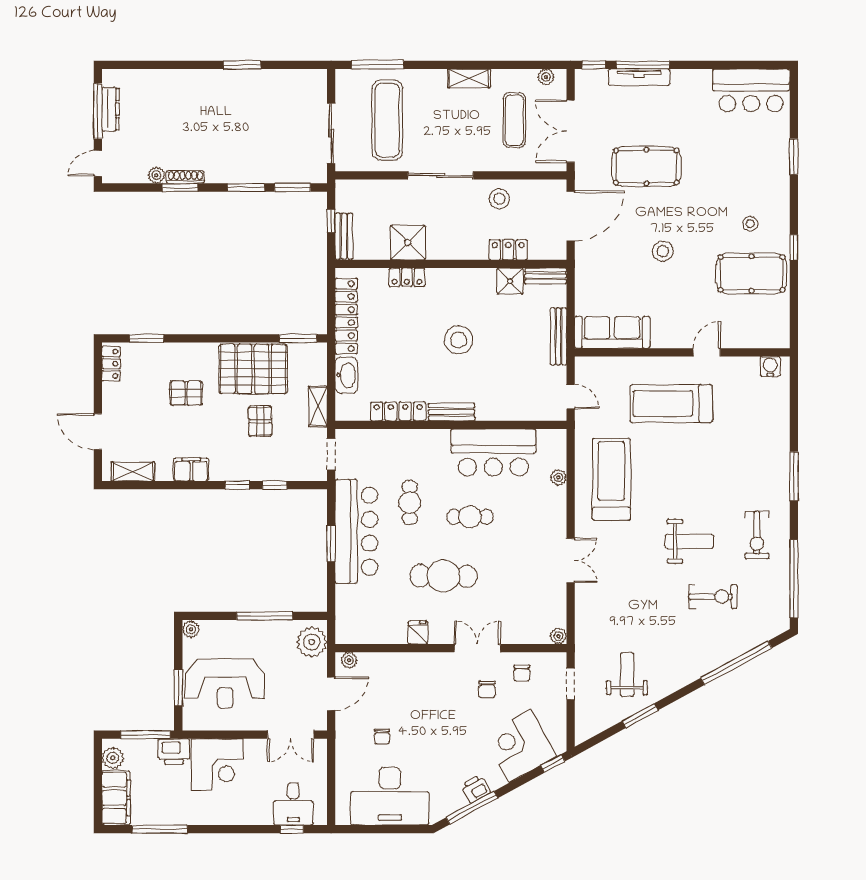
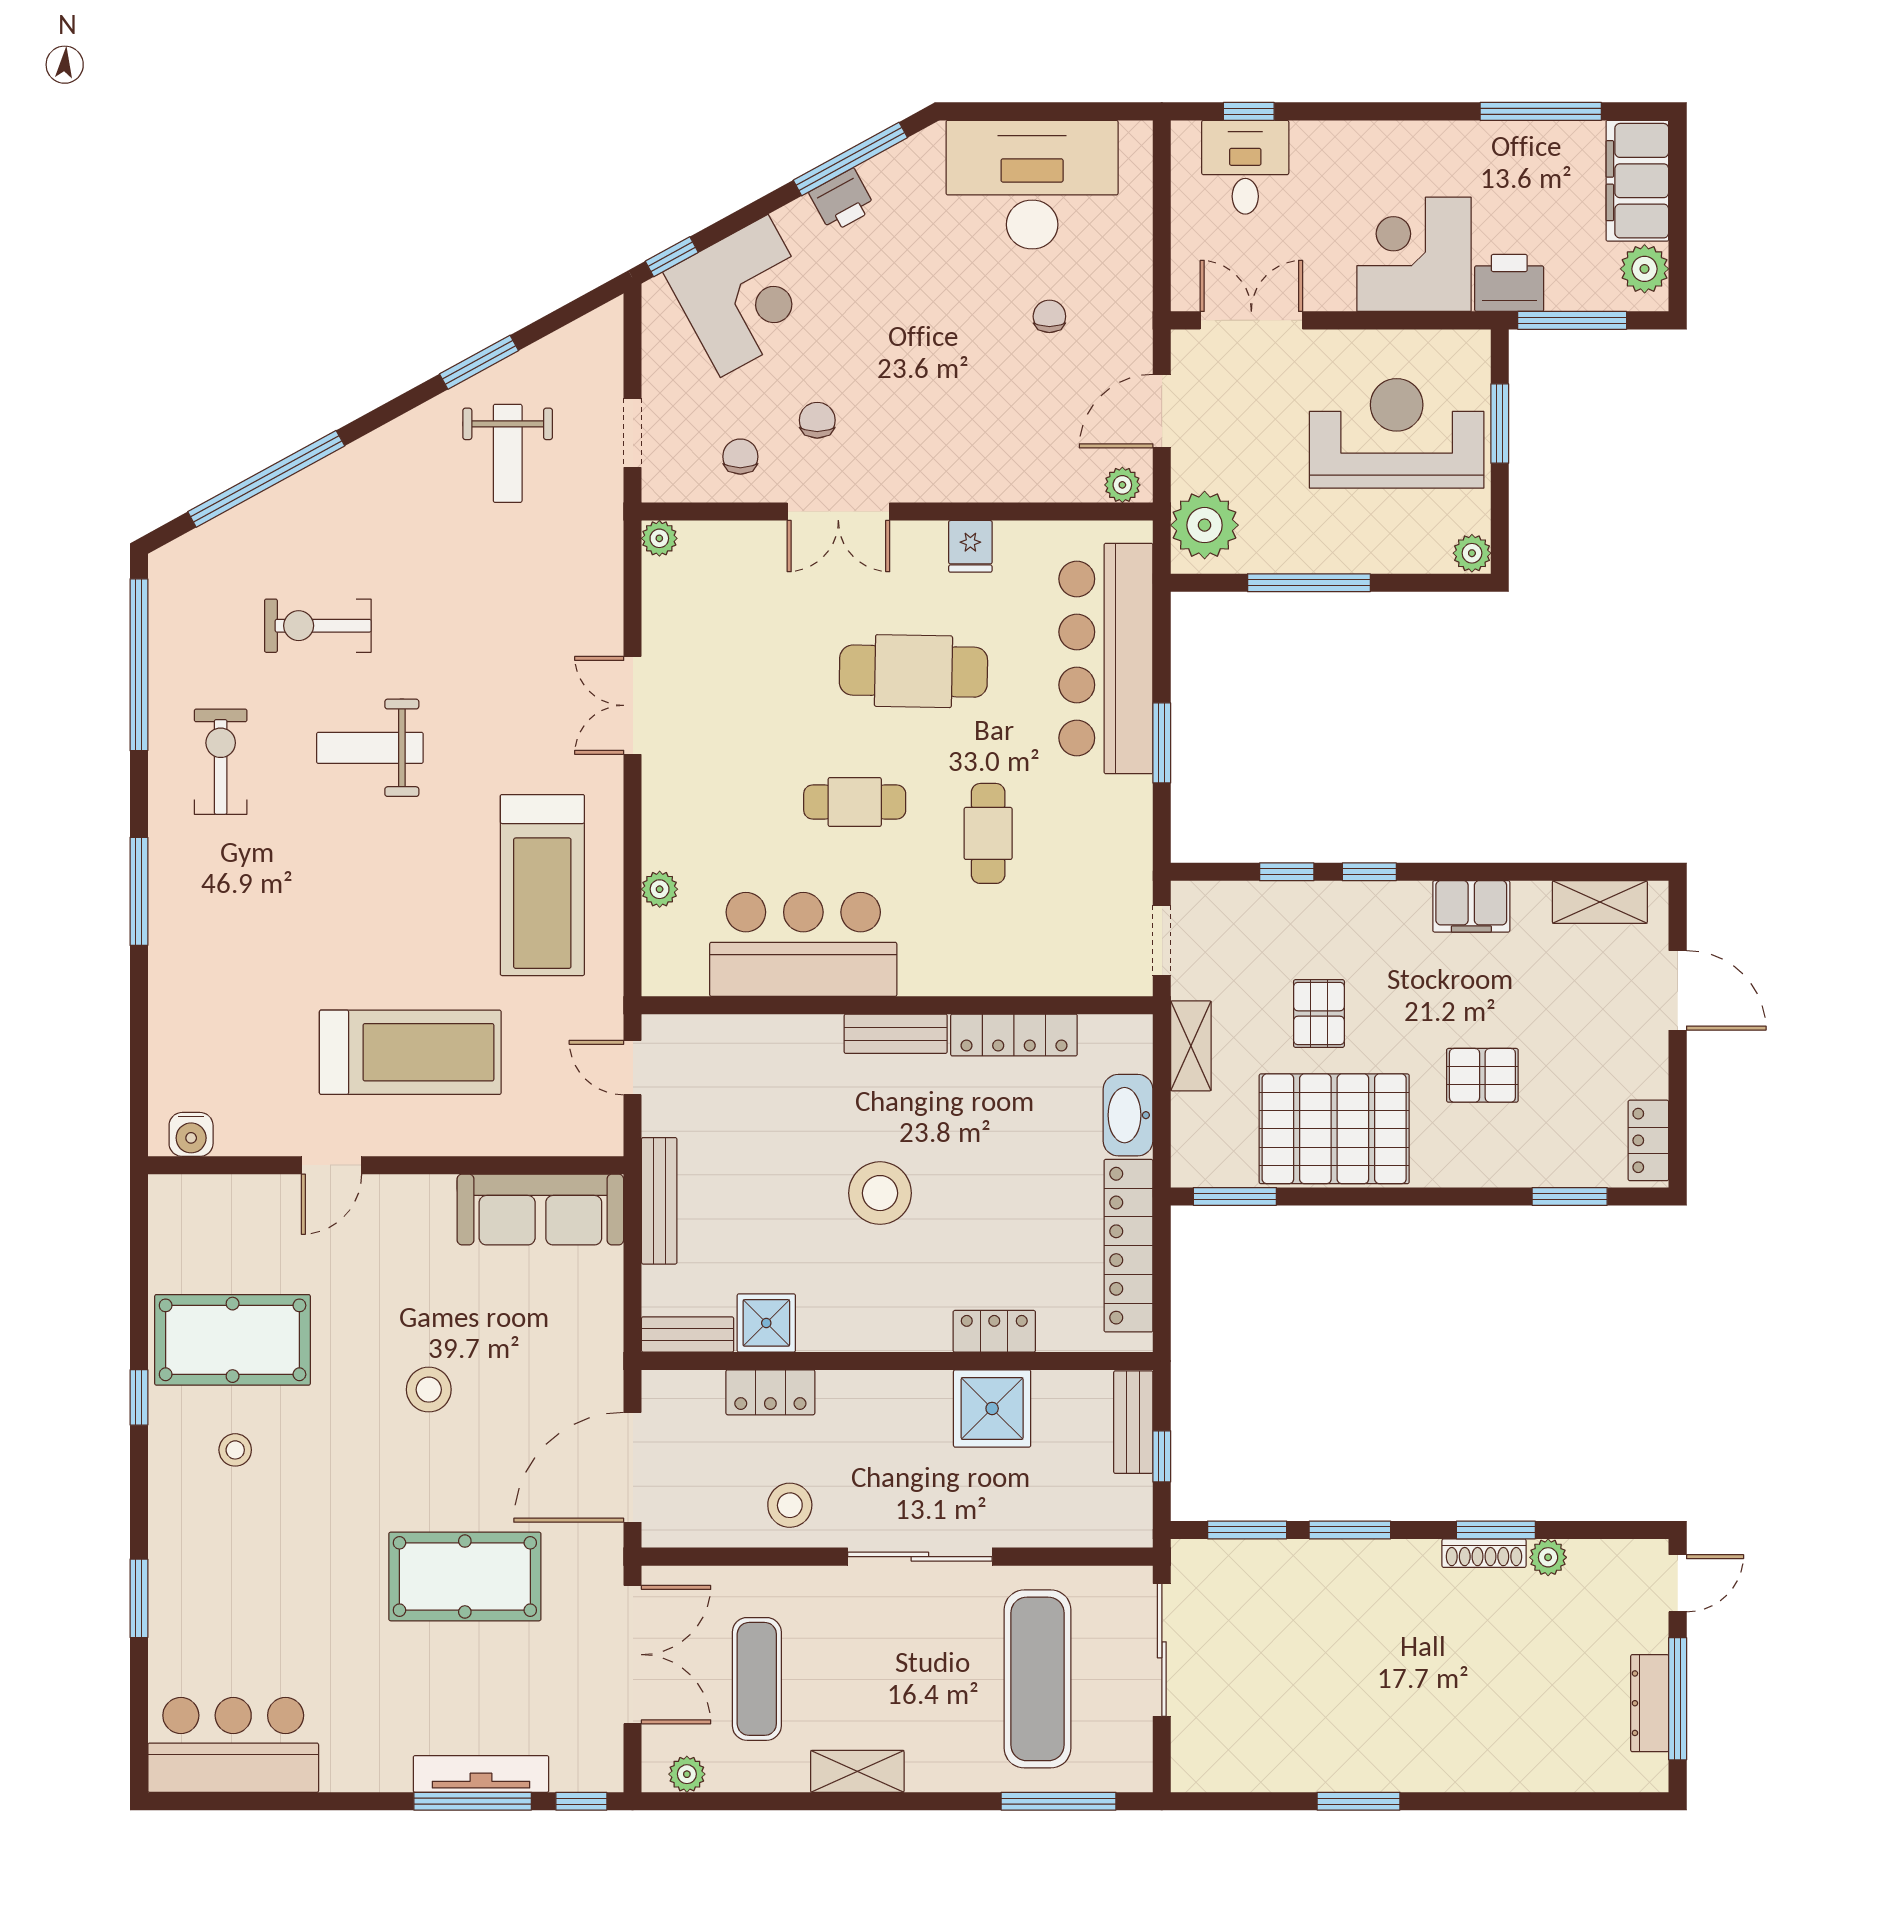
bar counter: (356, 531) -> (1106, 658), moved

